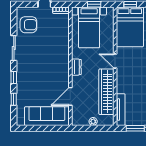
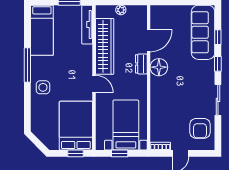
armchair: (28, 25) -> (200, 128), turned -90
dresser: (76, 67) -> (141, 64), moved
floor lamp: (62, 75) -> (159, 67), added
sofa: (47, 116) -> (203, 32), moved, turned 90

